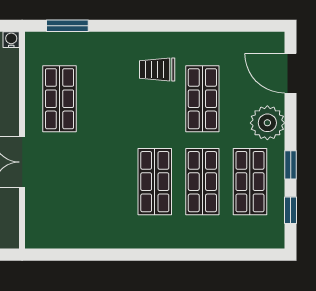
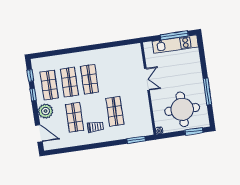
shop shelf: (60, 99) -> (115, 111), moved

